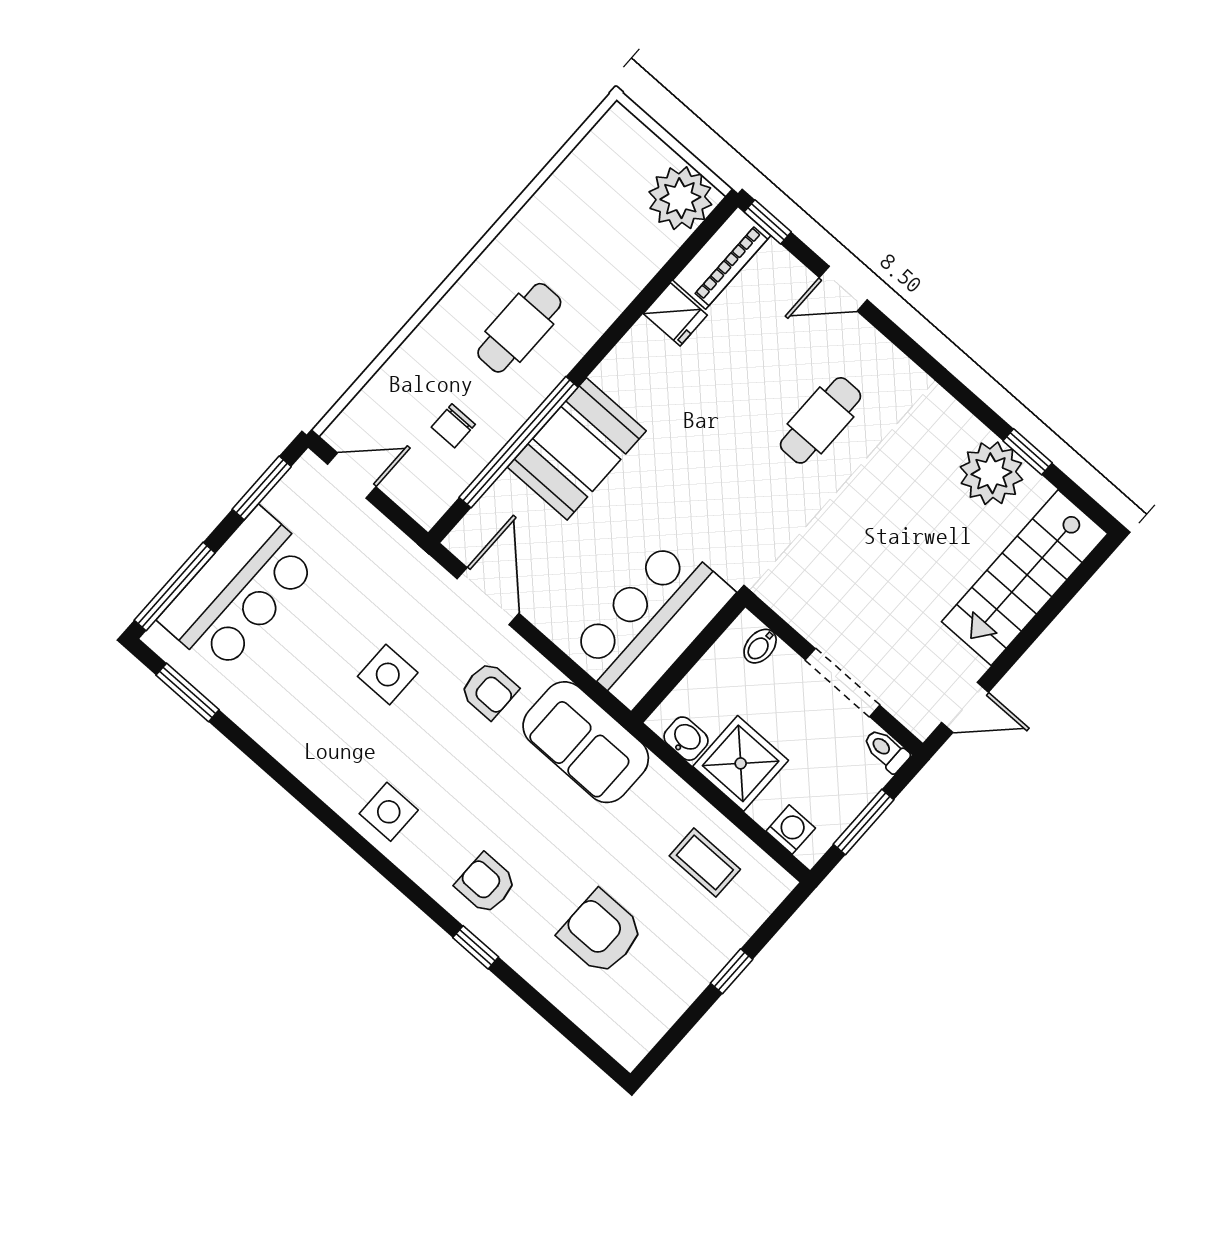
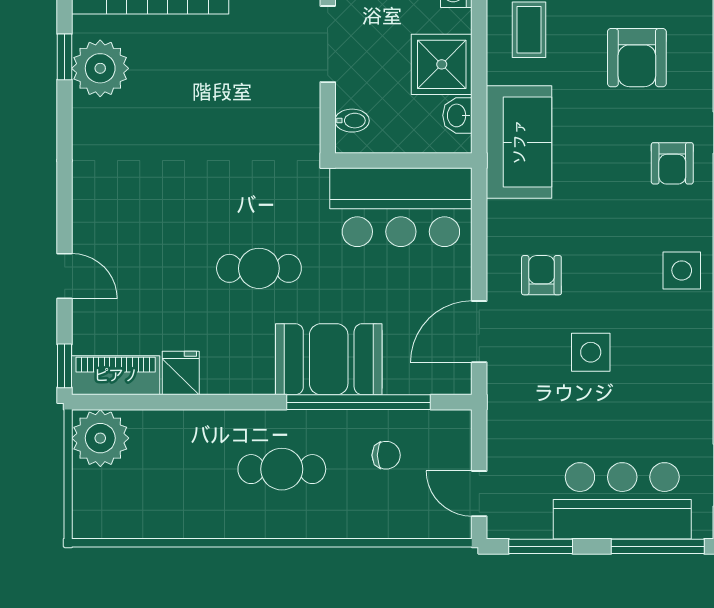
cafe table: (820, 420) -> (259, 268), moved
sofa: (586, 742) -> (519, 142), moved

